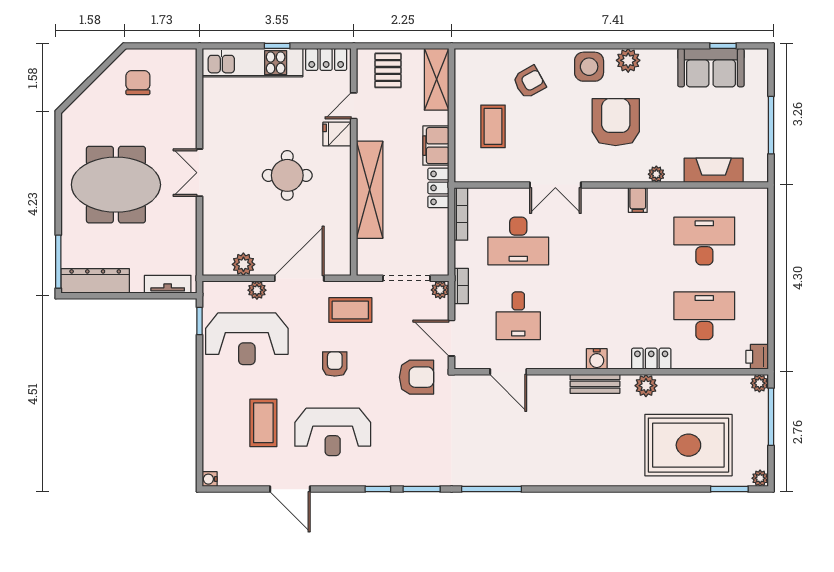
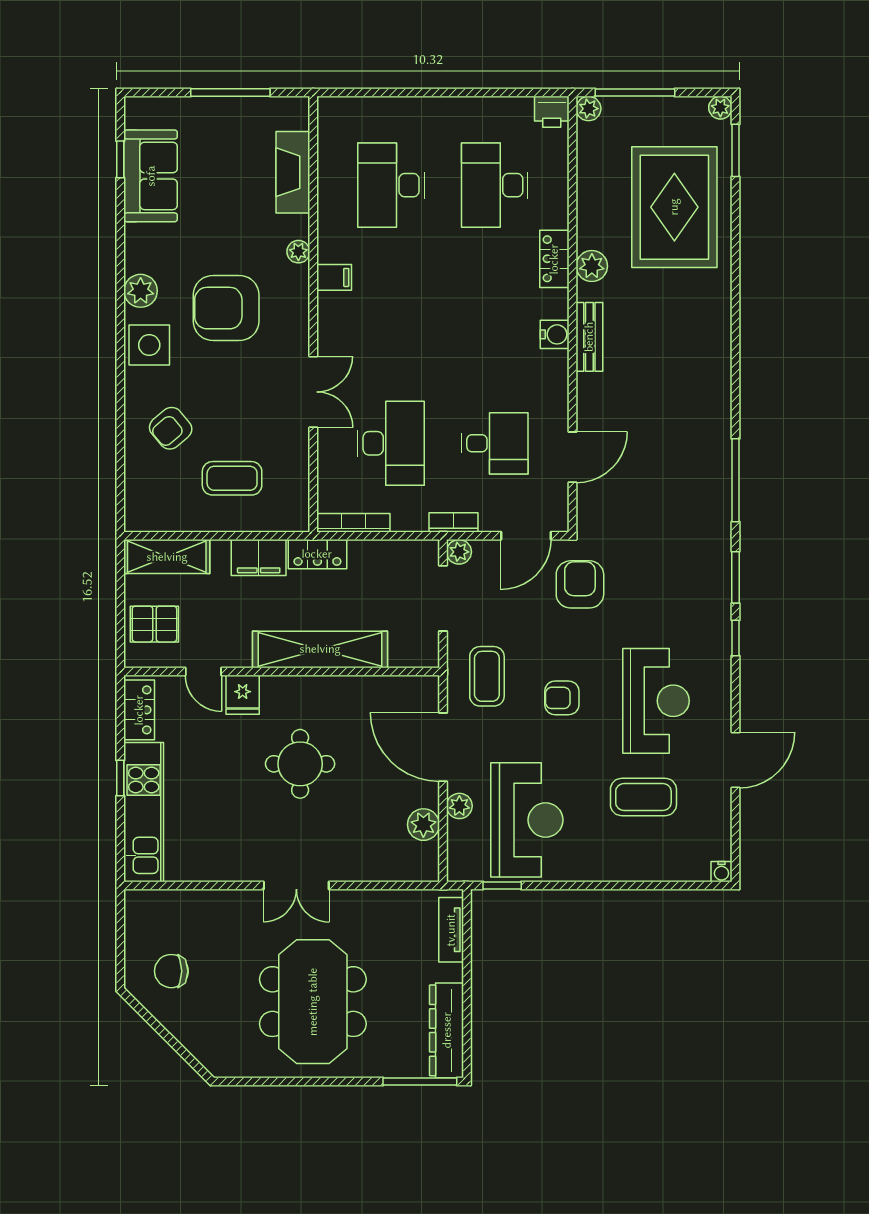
armchair: (529, 82) -> (171, 428), turned -101

